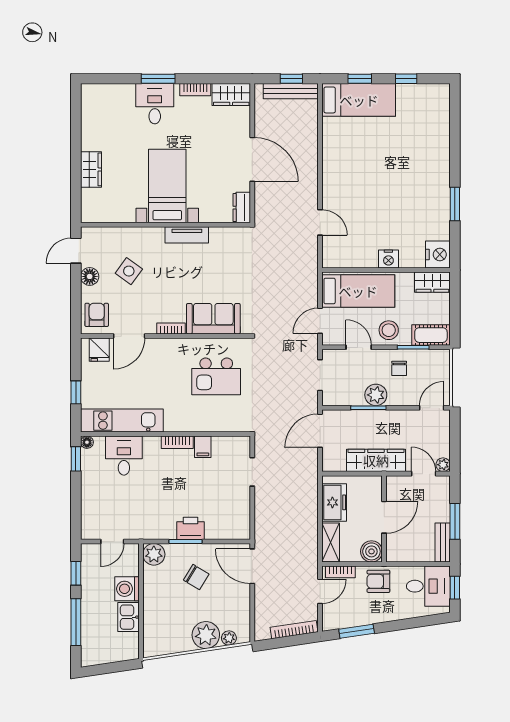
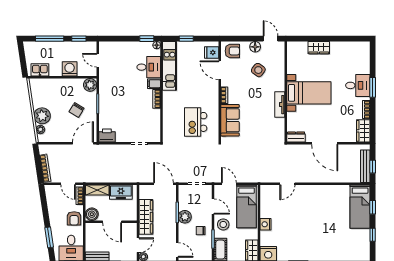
door: (252, 159) -> (325, 143), hinge flipped
door: (359, 347) -> (213, 207), hinge flipped
filing cabinet: (203, 447) -> (154, 84), moved
printer: (191, 528) -> (107, 136), moved, turned -90
armchair: (378, 581) -> (74, 218), turned 180
kitchen sink: (128, 617) -> (40, 70), moved
window: (357, 631) -> (49, 237), moved

